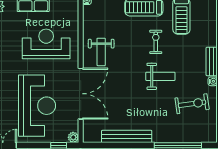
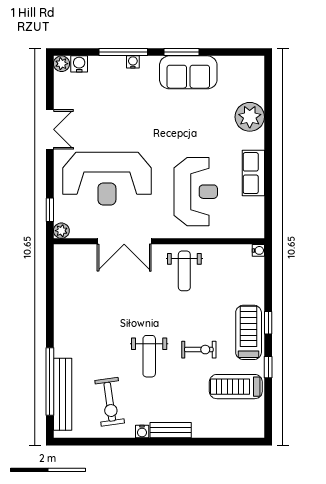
weight bench: (101, 52) -> (184, 271), turned -90
double door: (81, 94) -> (124, 241), width x0.73
bench: (127, 136) -> (63, 394), moved

